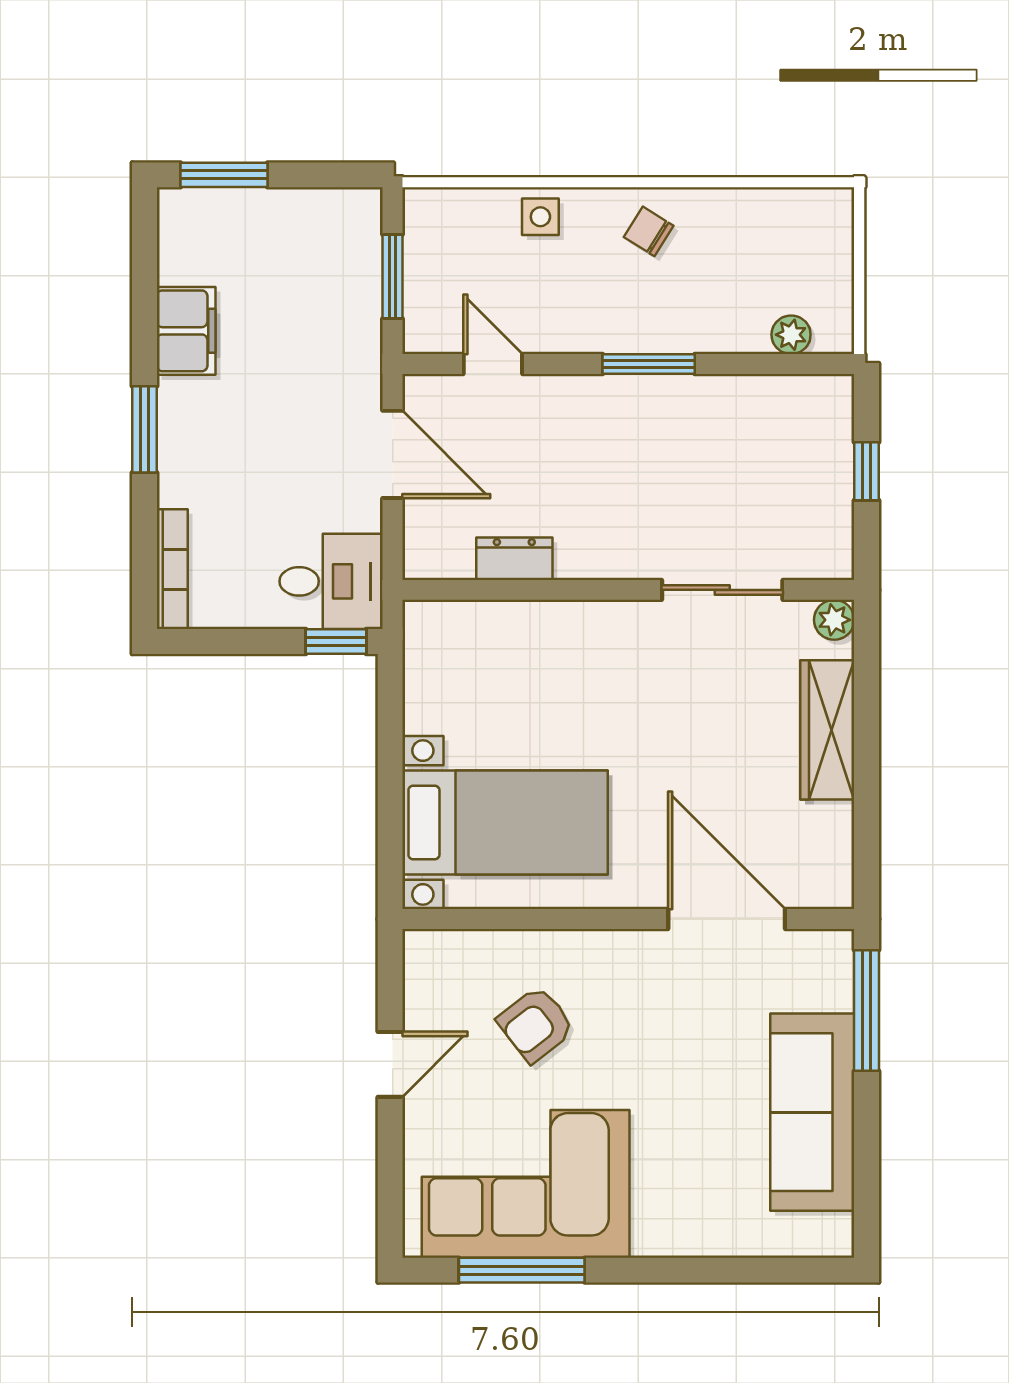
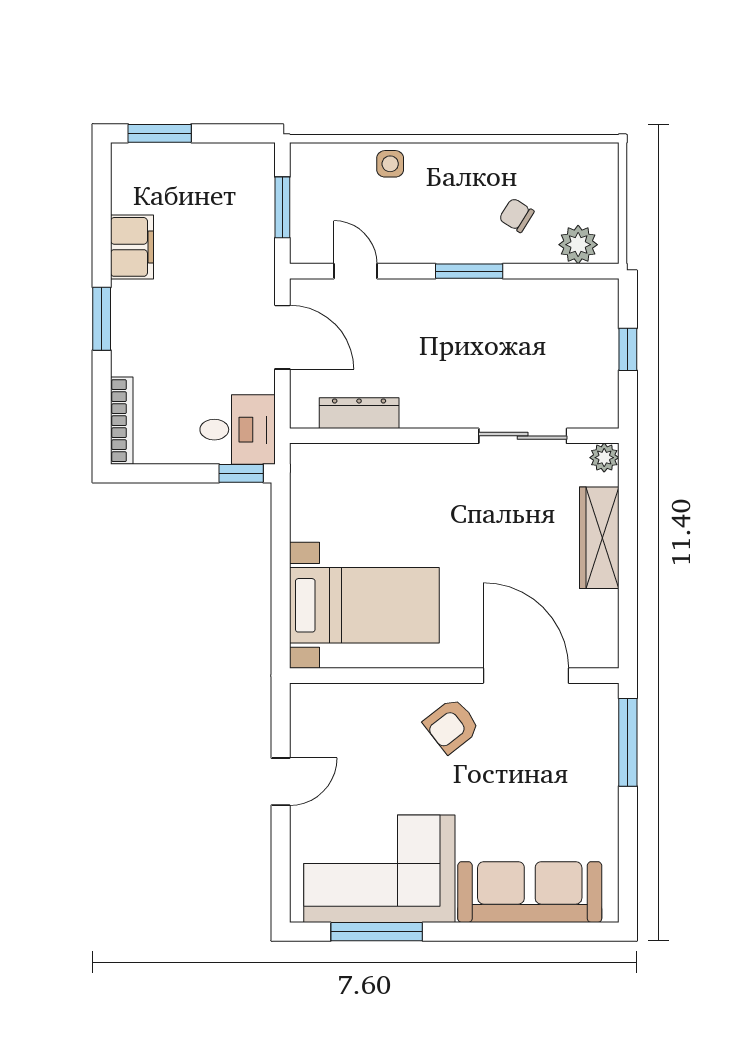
chair: (649, 231) -> (516, 215), moved
plant: (791, 335) -> (578, 245), width x1.38, depth x1.38
dresser: (514, 559) -> (359, 413), width x1.44
armchair: (536, 1024) -> (452, 726), moved
sofa: (812, 1112) -> (530, 892), moved, turned 90

